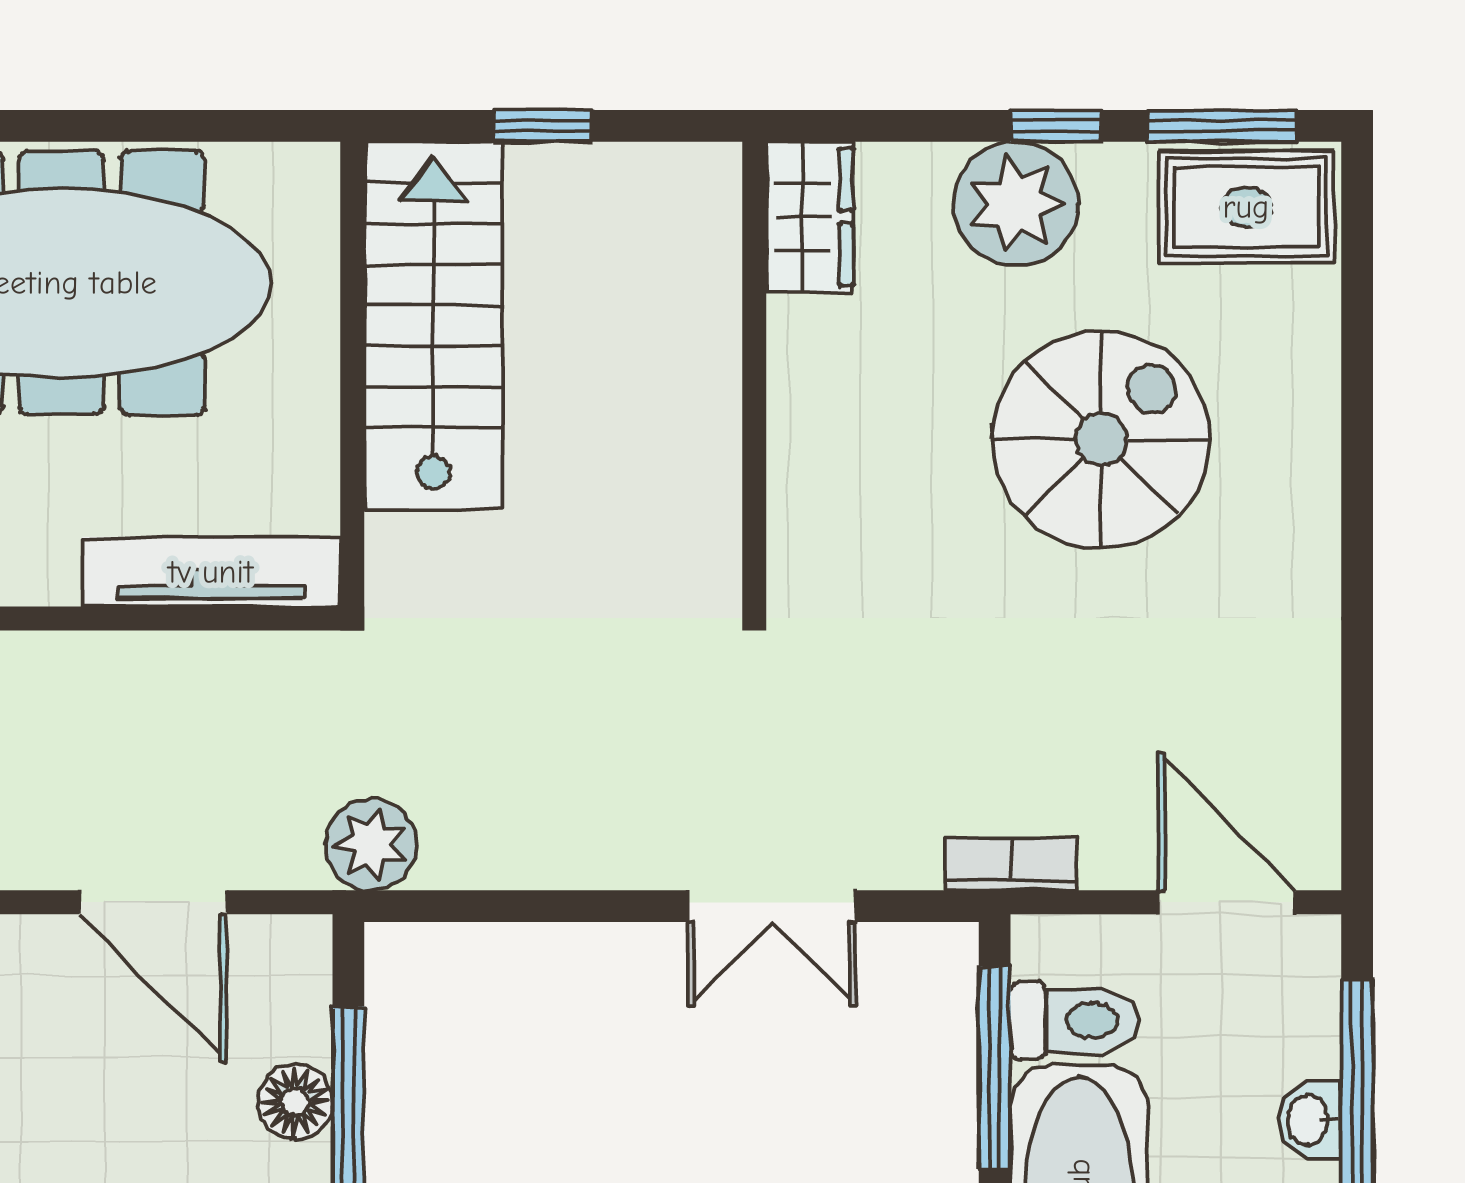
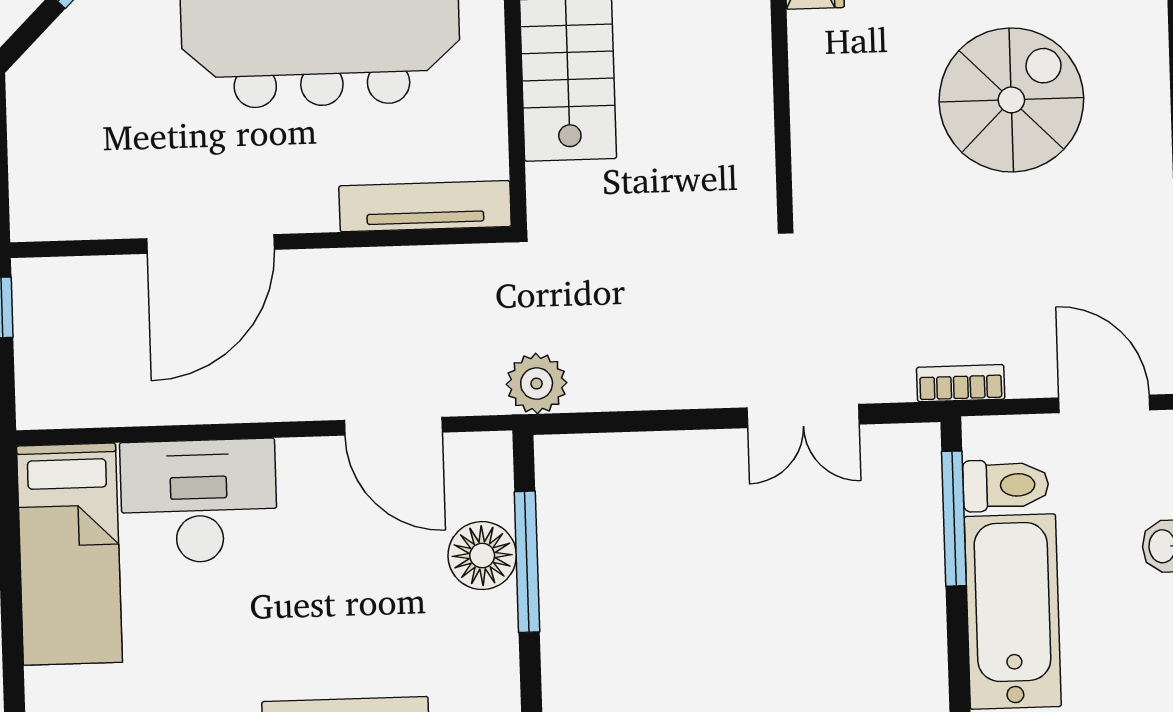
floor lamp: (295, 1102) -> (482, 556), width x1.38, depth x1.38

